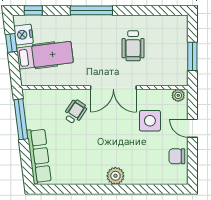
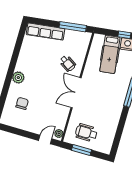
wheelchair: (133, 46) -> (86, 133), moved
side table: (150, 121) -> (48, 110), removed
door: (192, 128) -> (45, 140), moved
chair: (177, 156) -> (22, 103), moved

